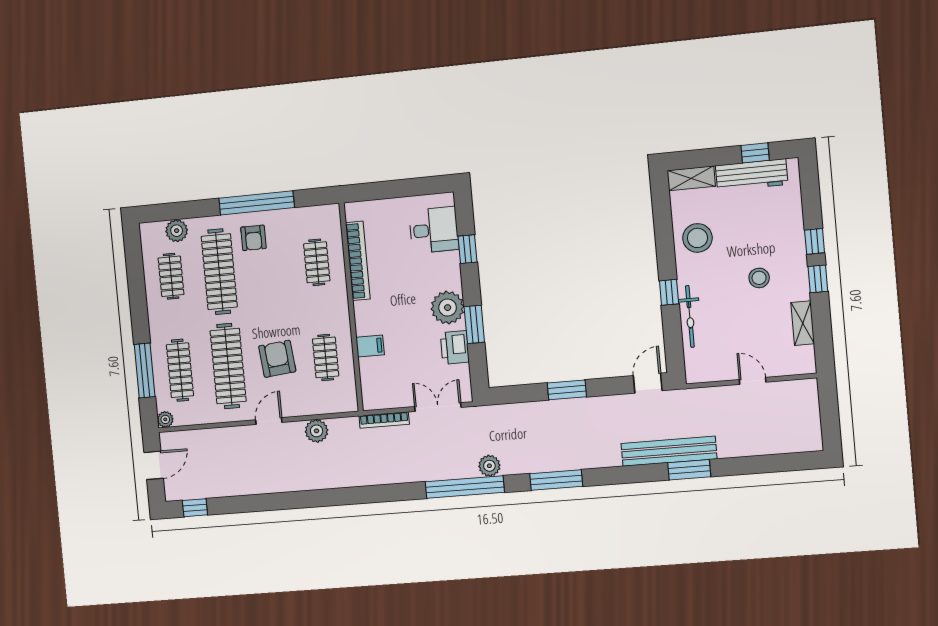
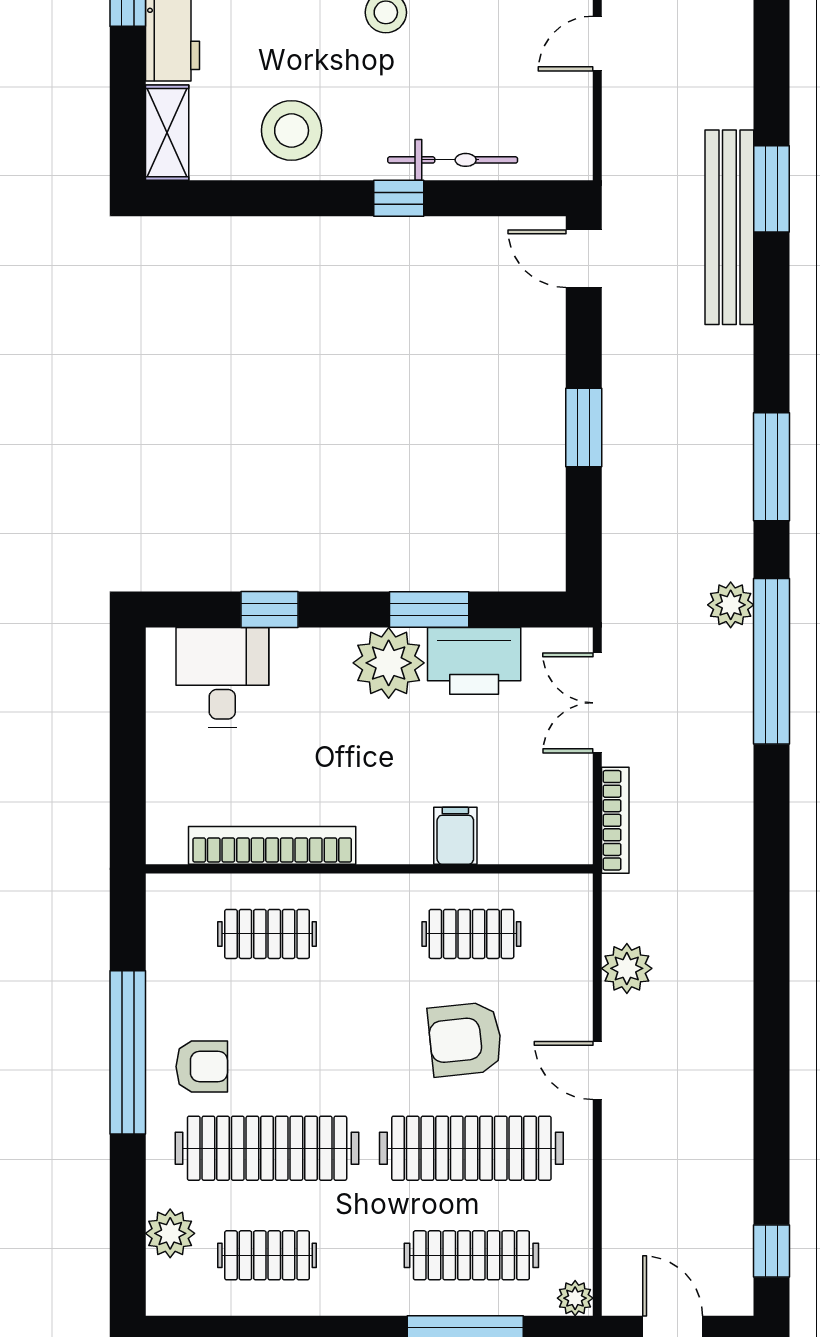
printer: (455, 347) -> (474, 661), width x1.37, depth x1.19

